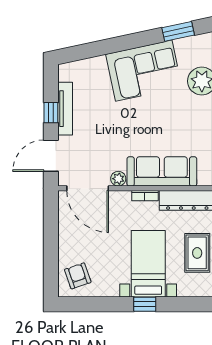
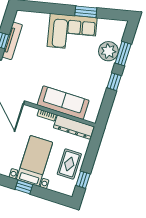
window: (178, 31) -> (86, 12), moved
plant: (118, 179) -> (33, 98), removed

